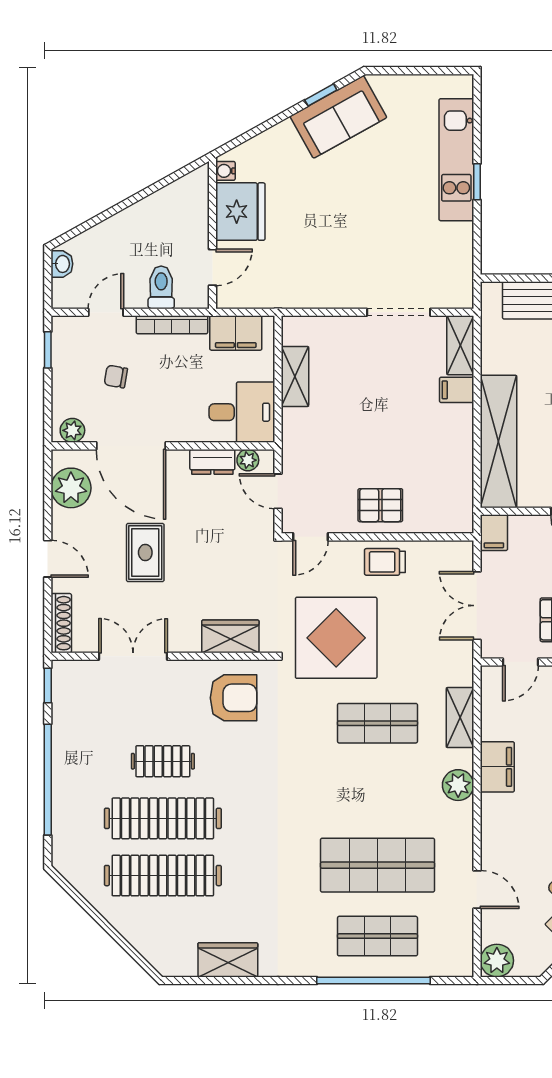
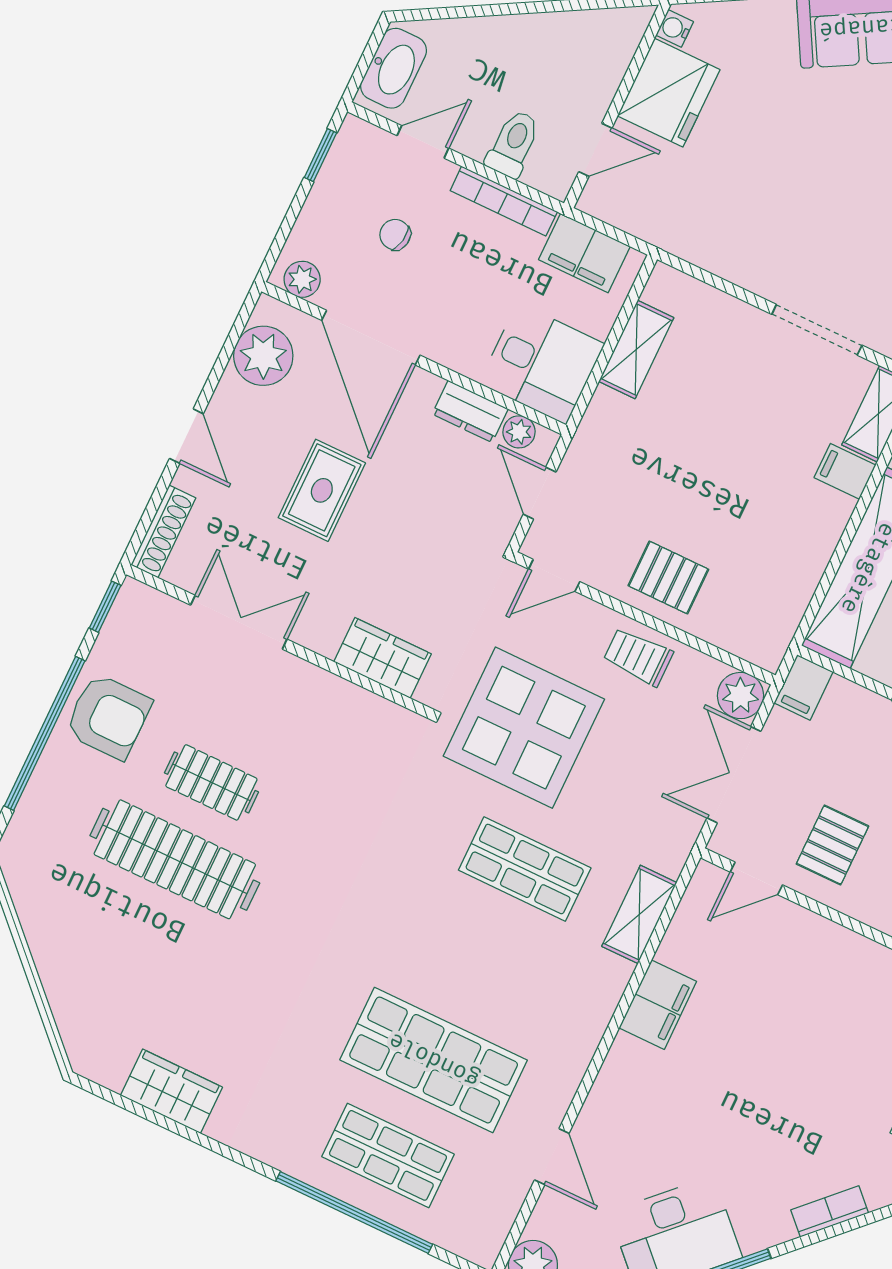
washbasin: (62, 264) -> (393, 68), width x1.91, depth x1.45
armchair: (233, 698) -> (108, 716), moved
plant: (458, 785) -> (741, 696), moved
clothes rail: (163, 876) -> (138, 936), removed

